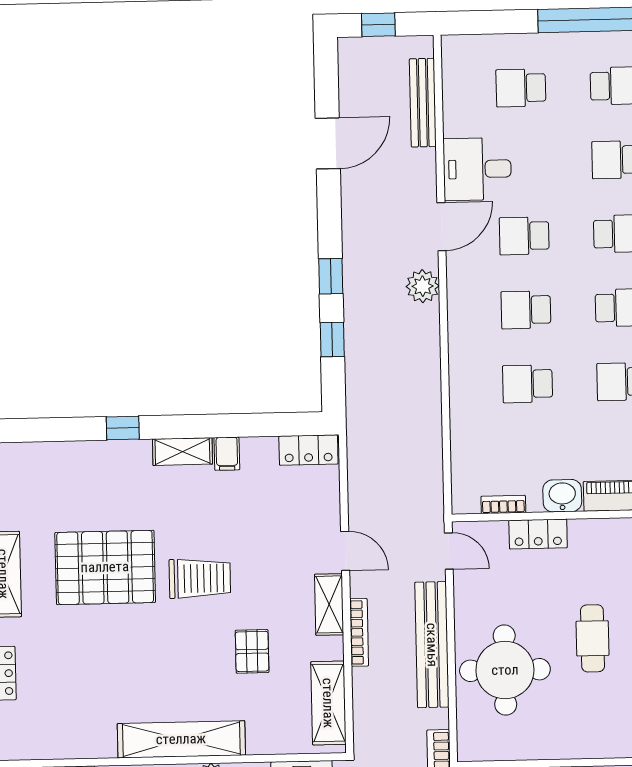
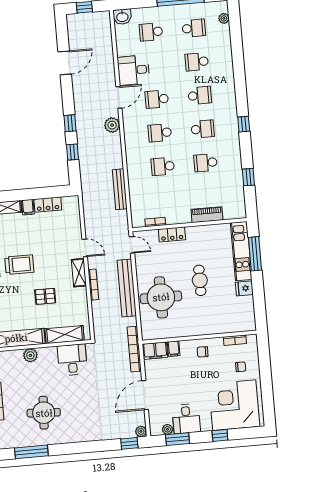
bench: (423, 103) -> (120, 189), moved
locker: (308, 450) -> (48, 205), moved
washbasin: (562, 496) -> (122, 17), moved, turned 180
pallet: (252, 651) -> (45, 296), turned 90
shelving: (328, 703) -> (65, 335), moved, turned 90

